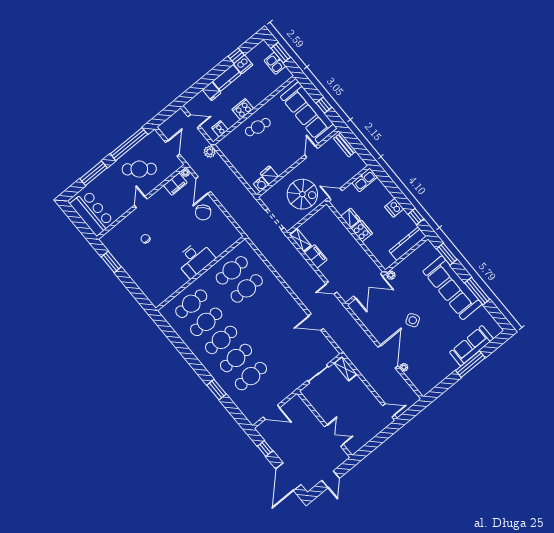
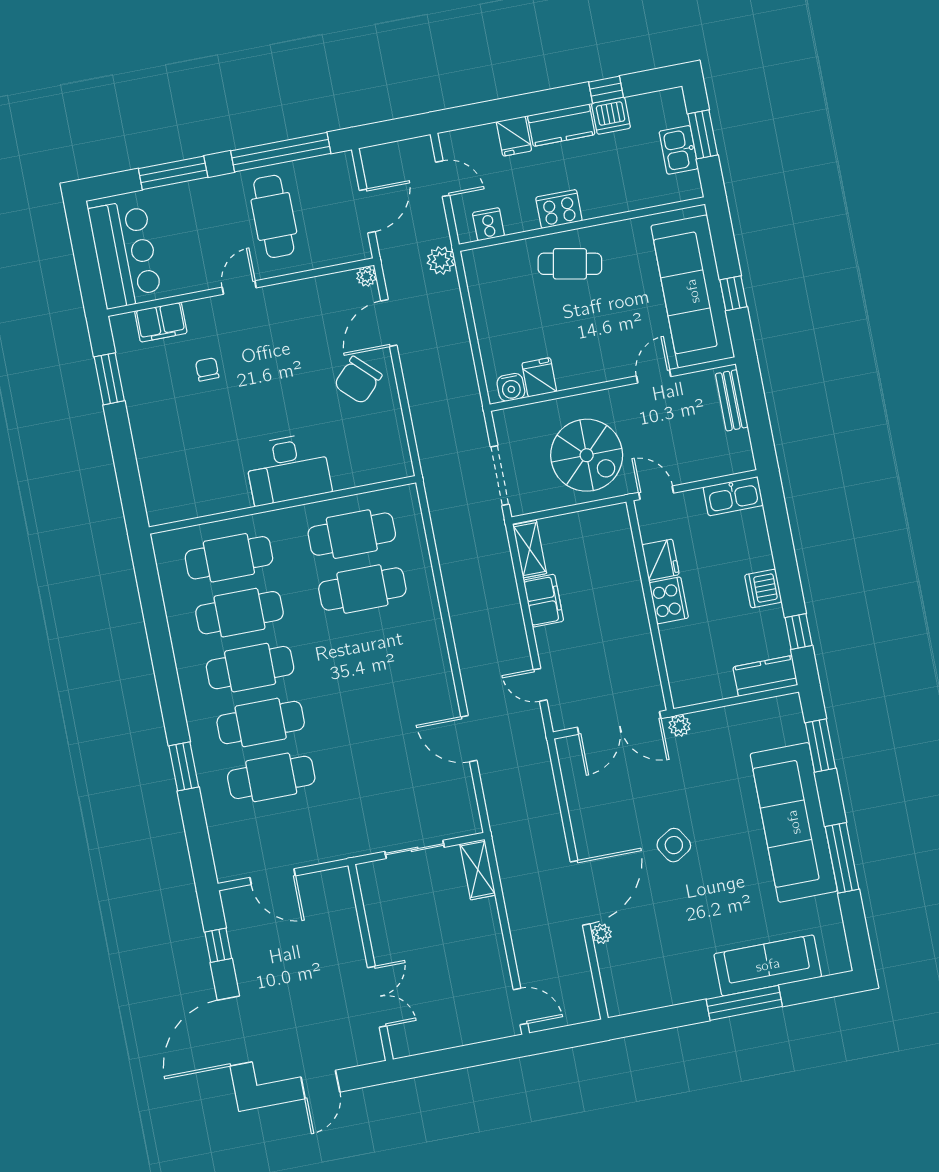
cafe table: (139, 169) -> (274, 216), turned 52
filing cabinet: (175, 184) -> (161, 322), moved
kitchen counter: (408, 244) -> (765, 676), width x0.67

